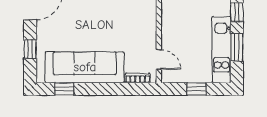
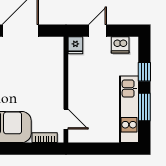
window: (196, 89) -> (104, 149), removed

